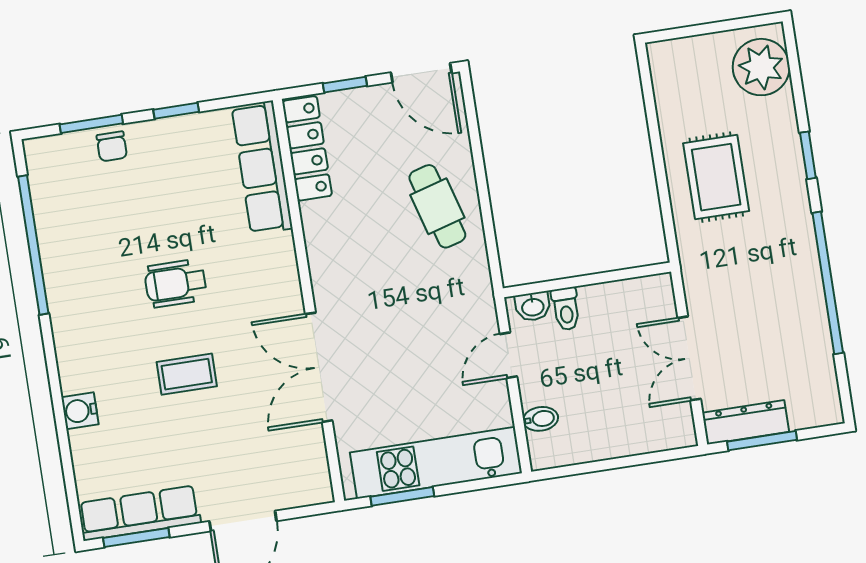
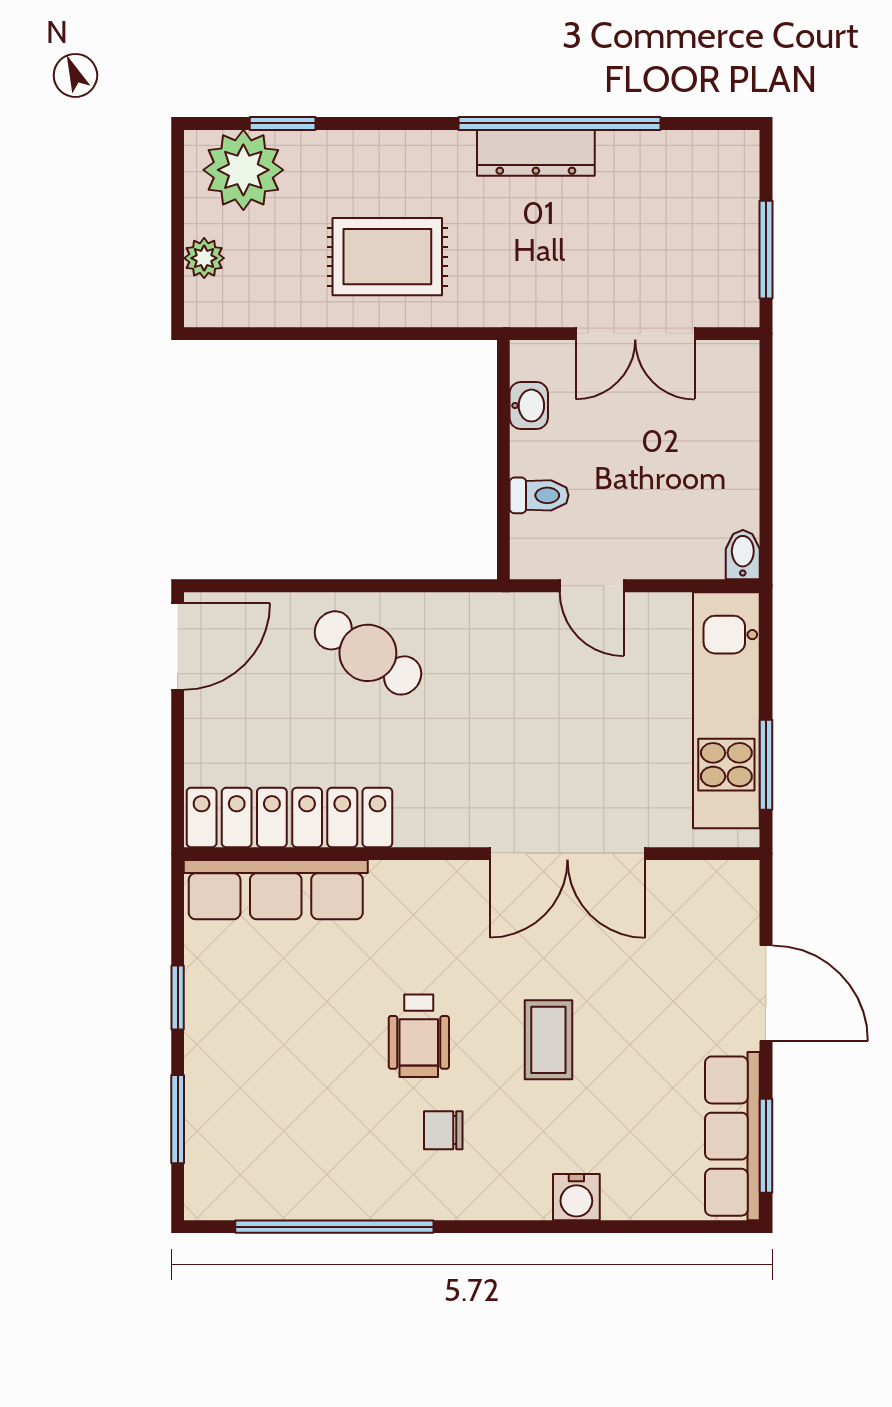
plant: (695, 49) -> (204, 258), added
window: (345, 85) -> (178, 756), removed
chair: (112, 146) -> (443, 1130), moved, turned 180
locker: (307, 148) -> (289, 817), width x1.41, depth x1.21
window: (808, 155) -> (283, 123), moved
cafe table: (437, 206) -> (368, 653), turned 49
washbasin: (533, 307) -> (529, 406), moved
bidet: (541, 419) -> (743, 555), moved
dresser: (746, 422) -> (536, 153), moved, turned -90

